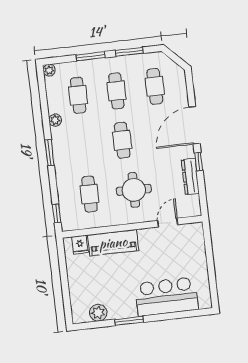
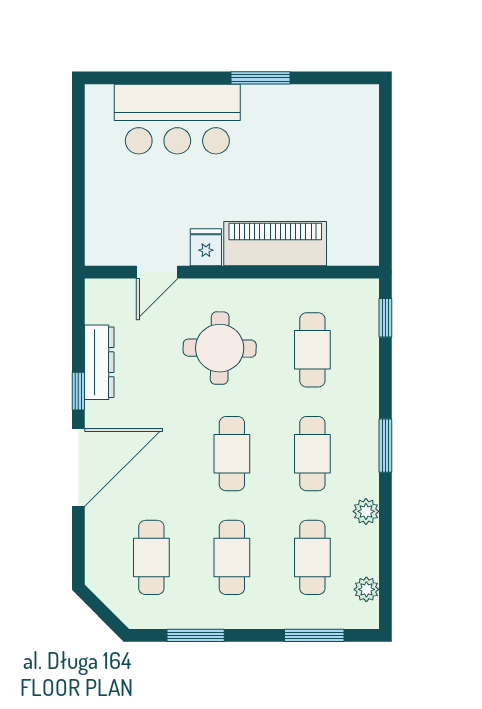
window: (91, 56) -> (314, 635), moved
plant: (49, 70) -> (366, 589), moved
cafe table: (84, 145) -> (312, 454), added
fridge: (80, 245) -> (206, 247), moved
plant: (98, 313) -> (323, 102), removed

